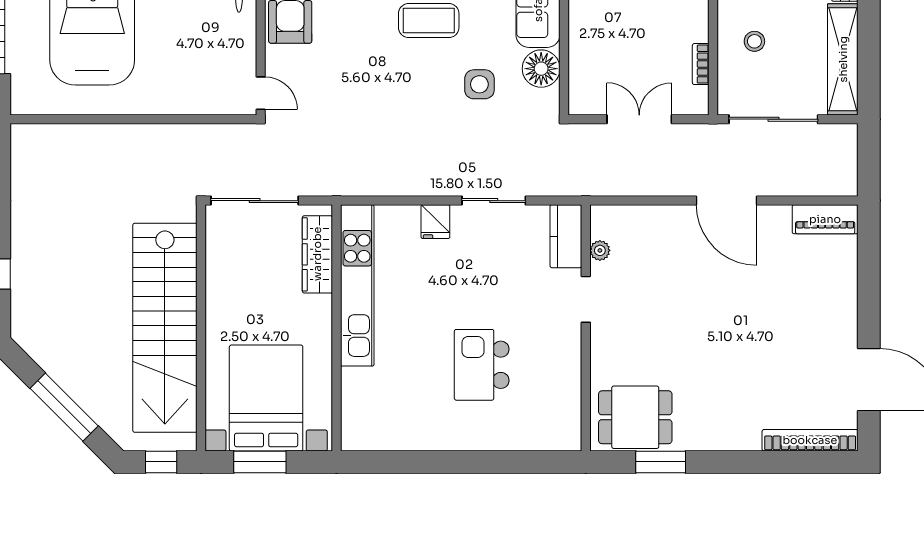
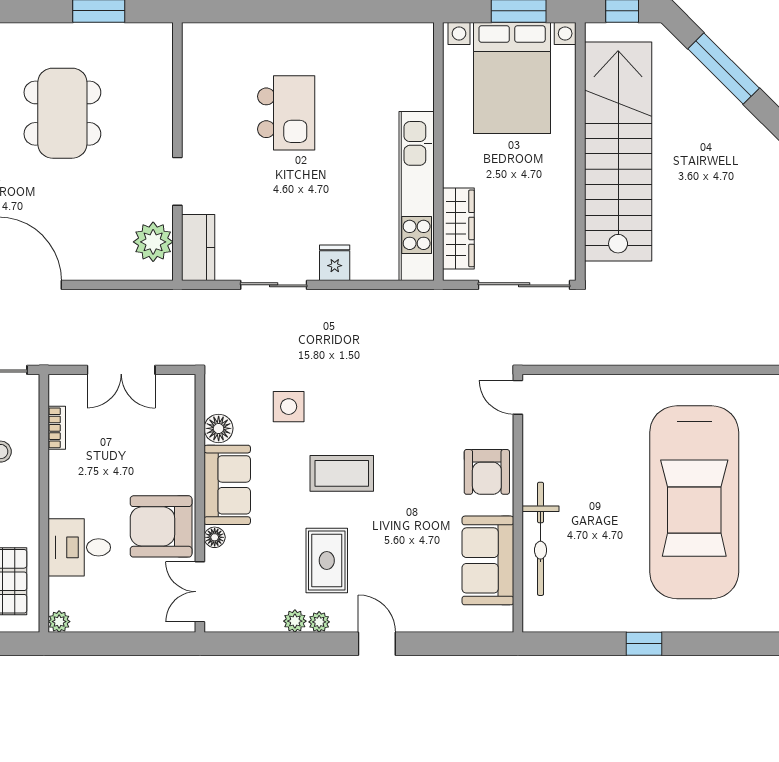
floor lamp: (541, 69) -> (219, 428), width x0.73, depth x0.73
plant: (600, 250) -> (153, 242), width x1.87, depth x1.87
dining table: (635, 417) -> (62, 113), moved, width x1.38

